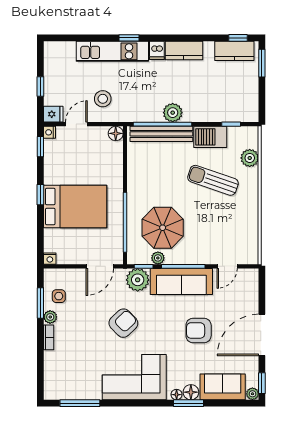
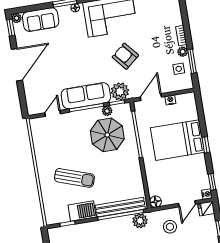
plant: (173, 113) -> (140, 221), moved
plant: (250, 158) -> (49, 200), removed
nightstand: (50, 259) -> (170, 100), moved
armchair: (123, 323) -> (125, 56), turned 94
armchair: (199, 330) -> (66, 60), removed
floor lamp: (191, 392) -> (64, 11), removed

